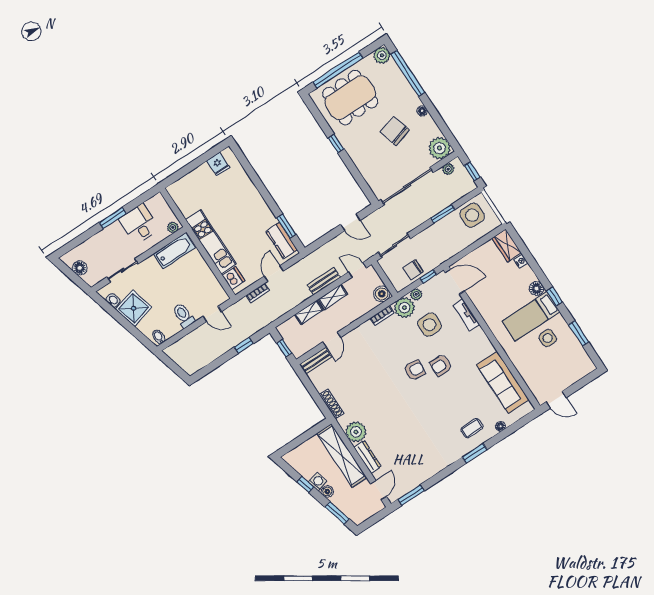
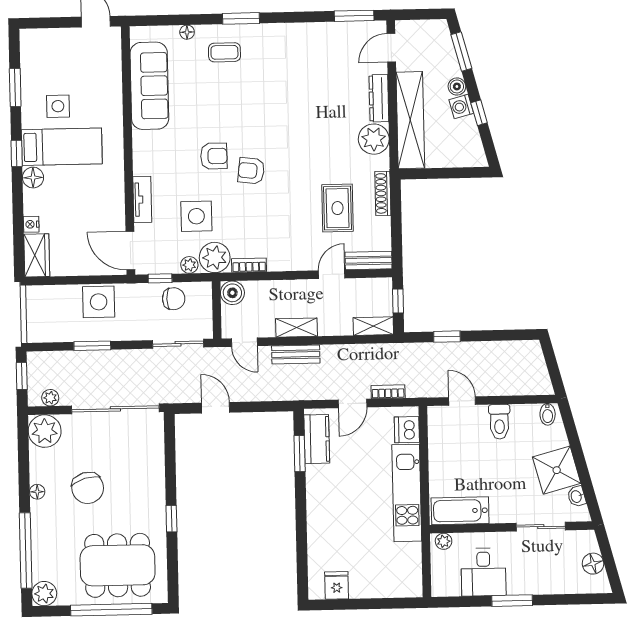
side table: (472, 215) -> (99, 302), moved
shelving: (309, 312) -> (373, 326), moved
rug: (352, 380) -> (337, 208), added

